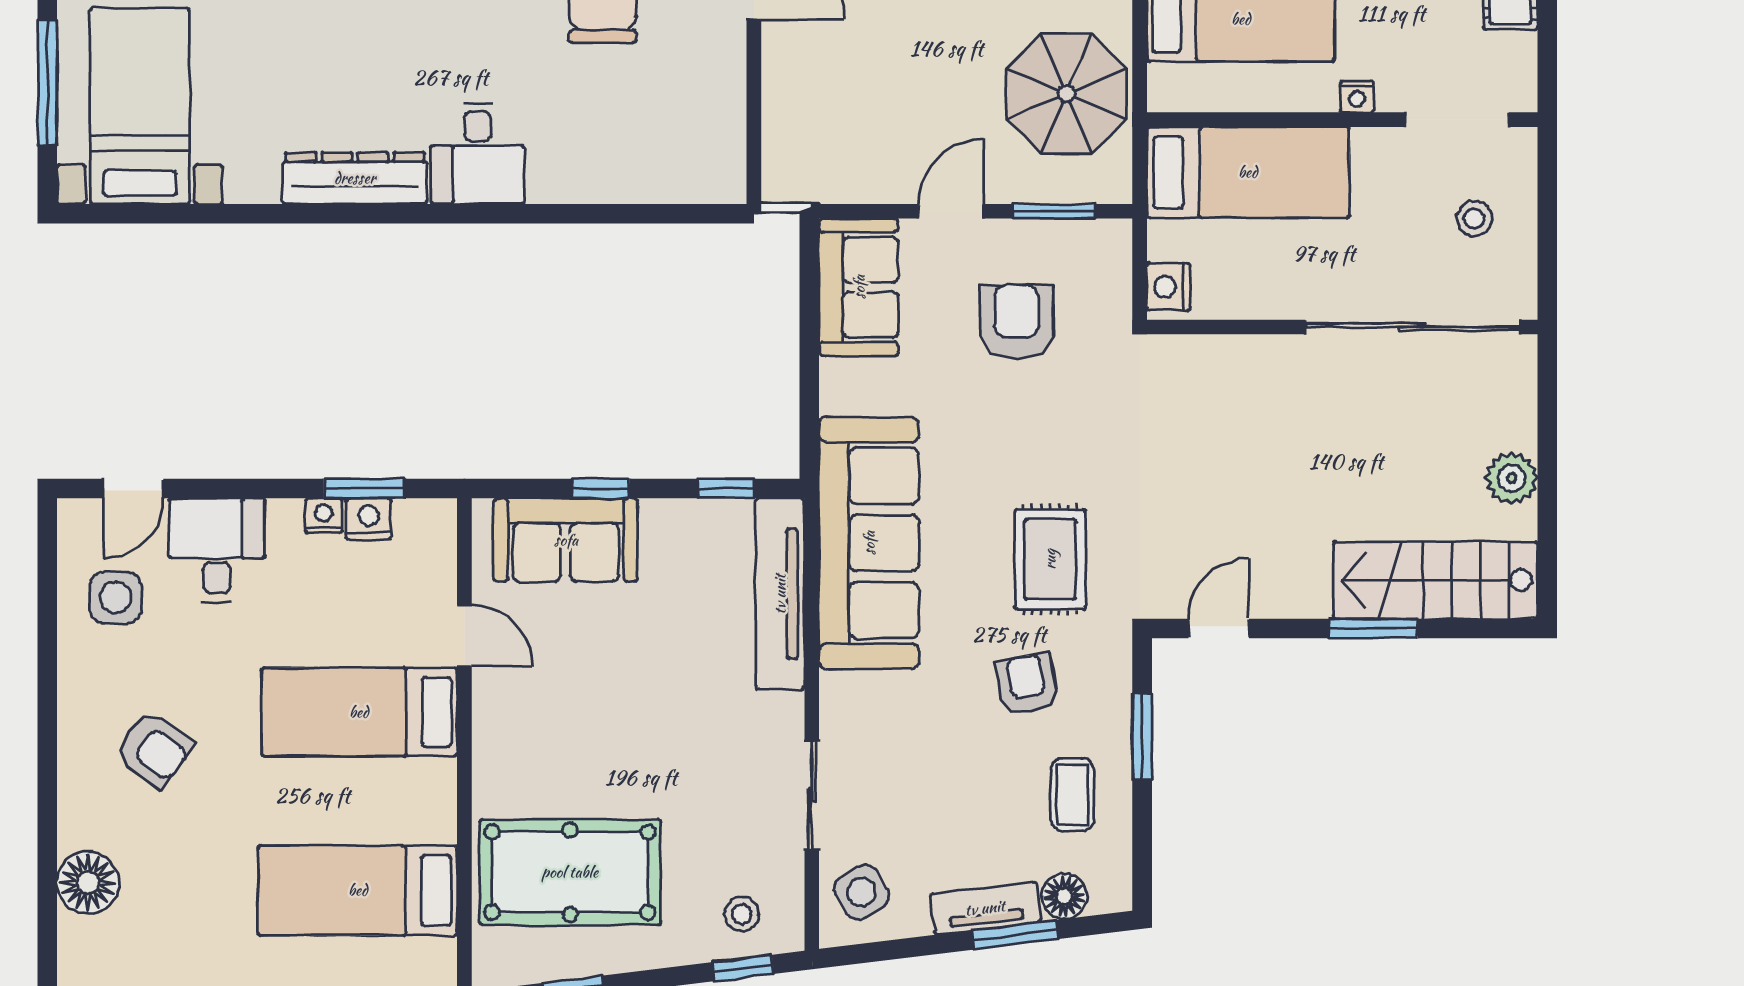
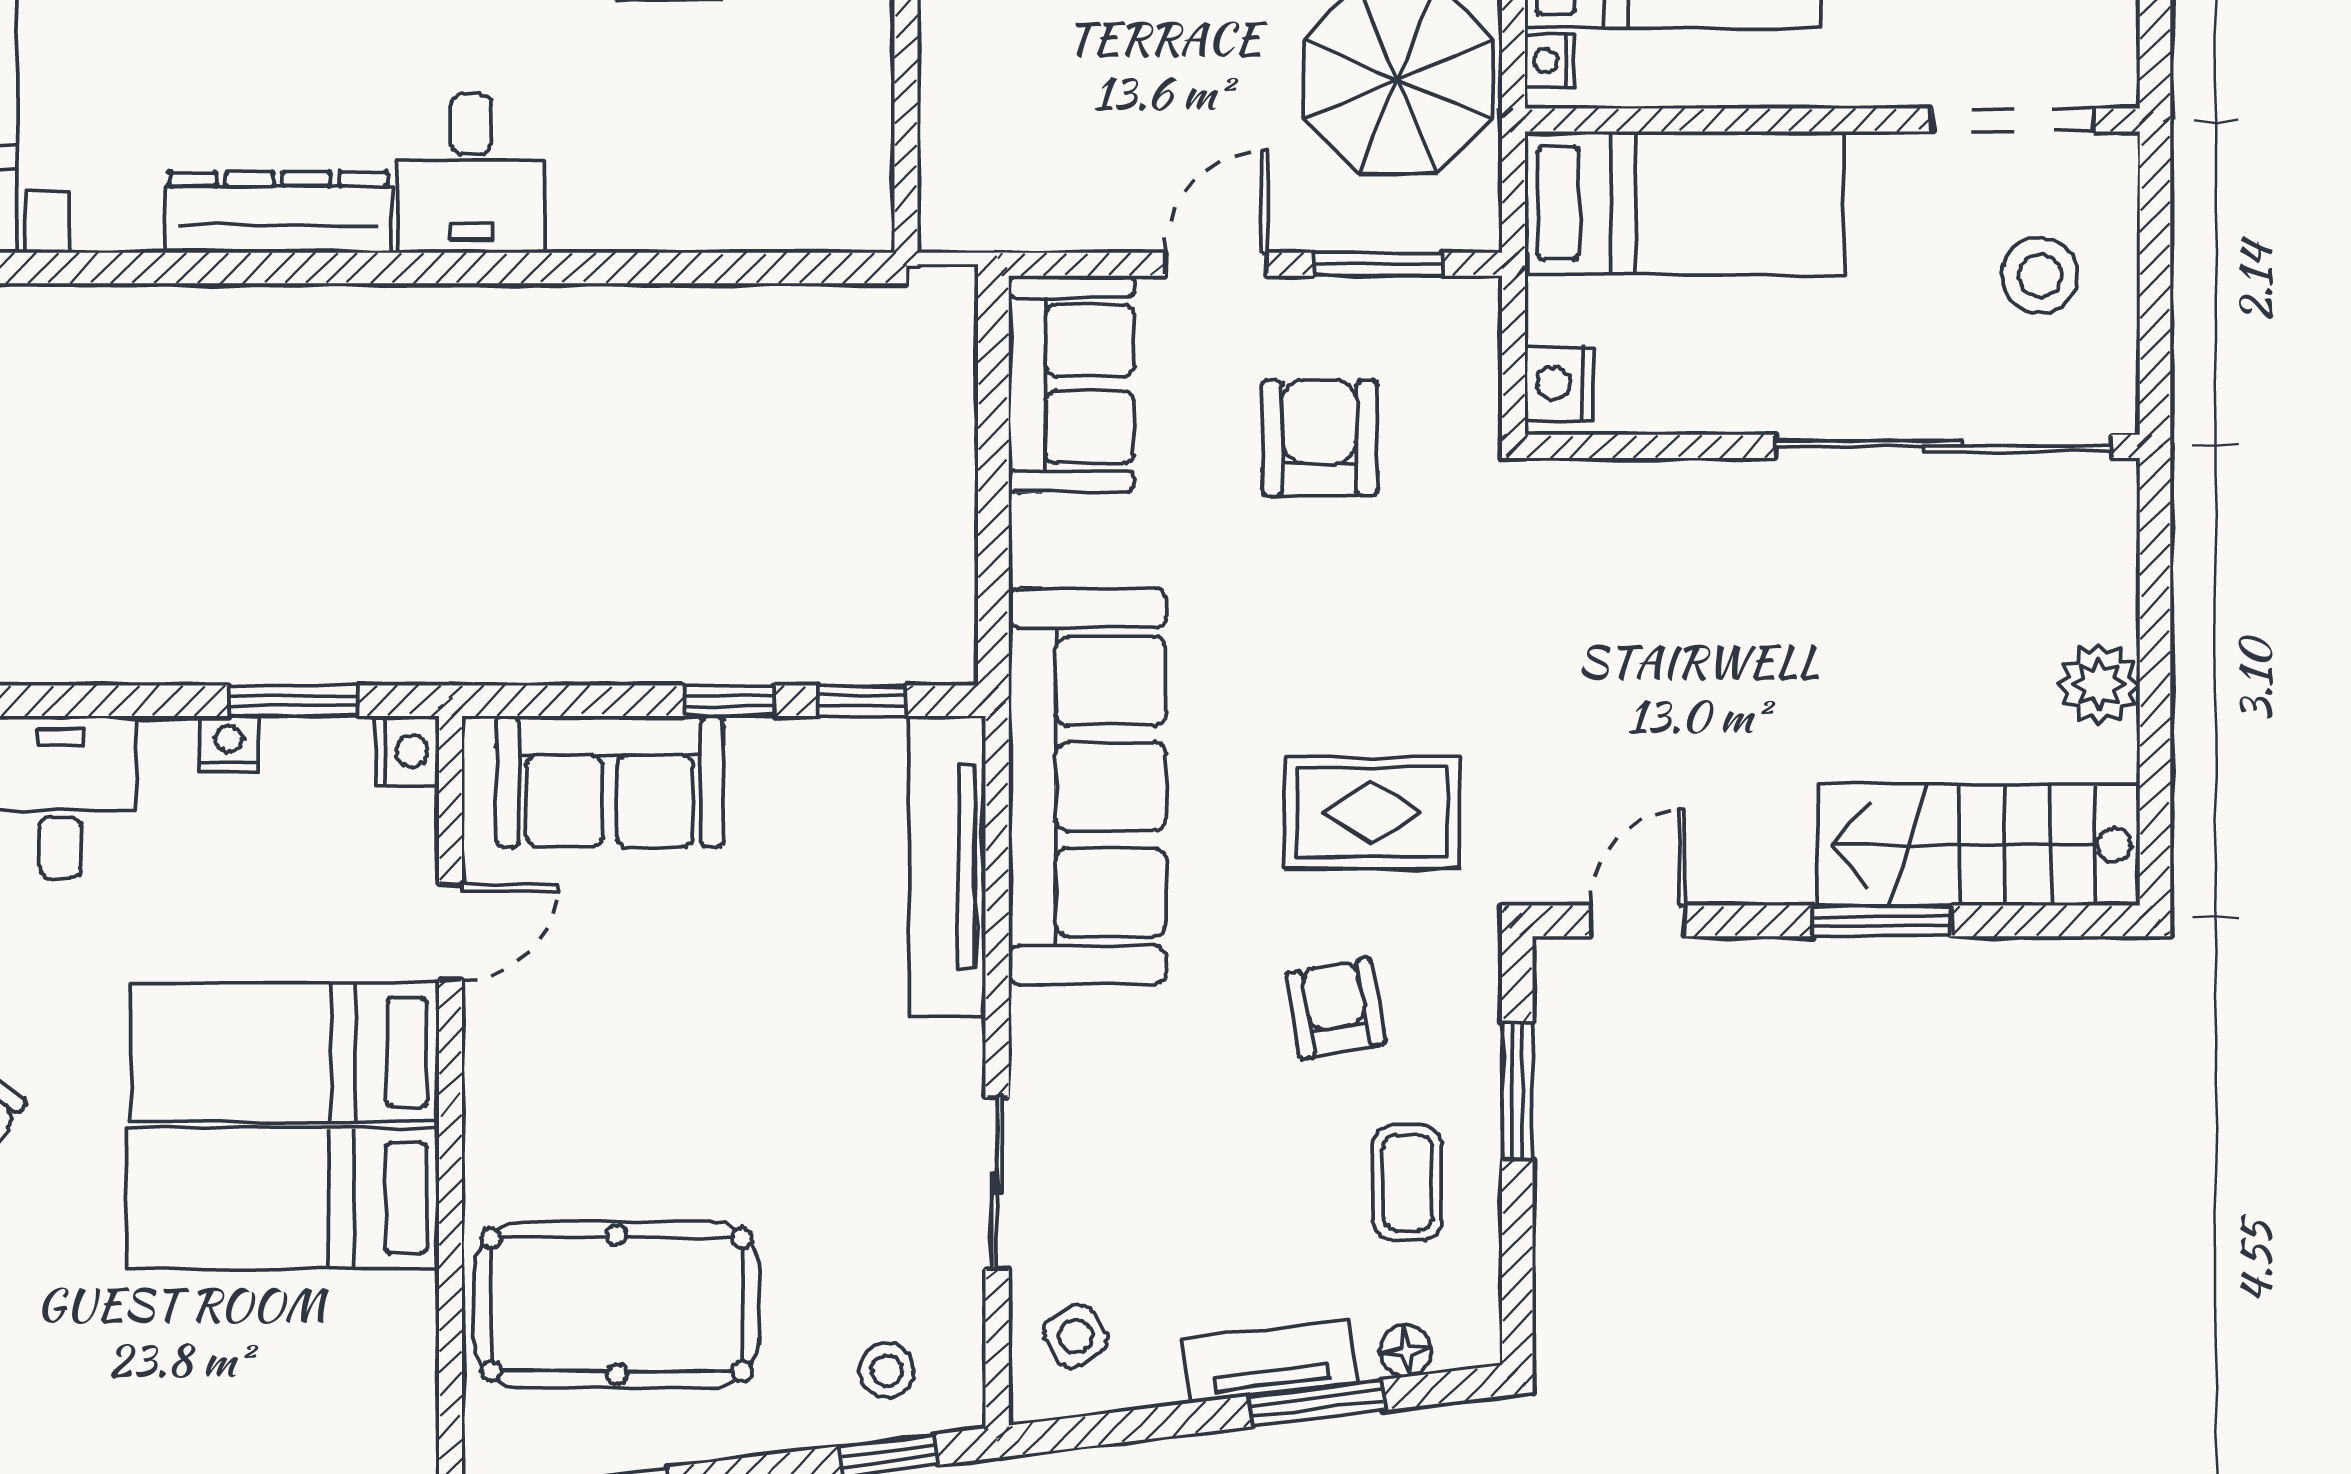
nightstand: (1357, 97) -> (1550, 61), moved, turned 90
stool: (1474, 218) -> (2040, 276), width x1.37, depth x1.37
window: (601, 489) -> (729, 701), moved
nightstand: (368, 519) -> (407, 751), moved, turned 90
rug: (1050, 559) -> (1372, 812), turned 90
door: (464, 636) -> (450, 932), hinge flipped
bed: (358, 890) -> (282, 1198), moved
side table: (861, 892) -> (1075, 1336), width x0.73, depth x0.73
floor lamp: (1064, 896) -> (1405, 1351), width x0.73, depth x0.73

